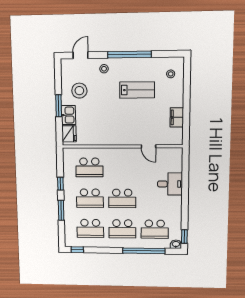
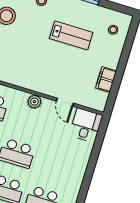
plant: (124, 153) -> (34, 102), added
desk: (170, 184) -> (86, 125), moved, turned -90

